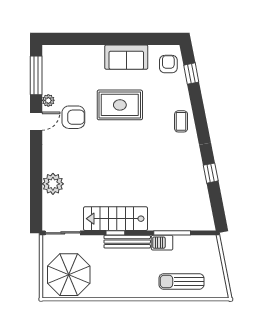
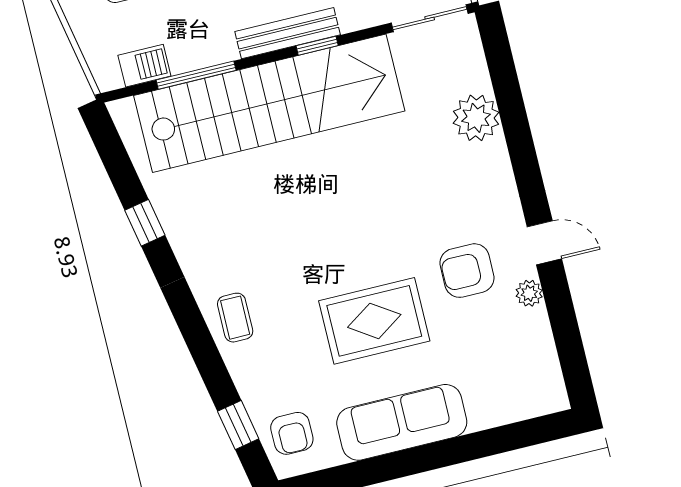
sofa: (126, 57) -> (402, 422), width x1.36
window: (36, 75) -> (568, 340), removed
door: (36, 121) -> (544, 243), swing flipped
stairs: (115, 219) -> (269, 103), width x1.86, depth x1.51
barbecue: (162, 243) -> (144, 66), moved

